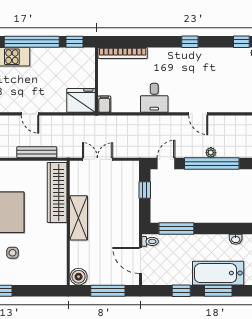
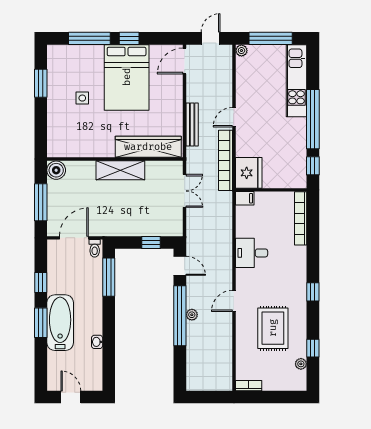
rug: (223, 78) -> (273, 328), added
bookcase: (70, 122) -> (226, 160), added

